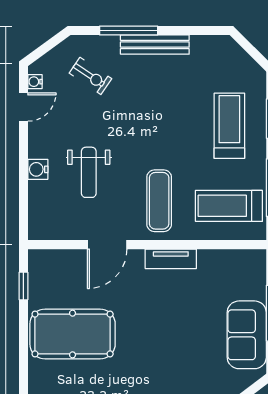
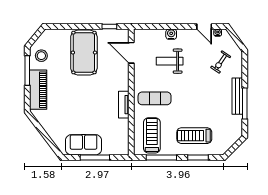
window: (129, 30) -> (245, 103), moved
treadmill: (229, 126) -> (194, 136), turned 180
door: (107, 245) -> (131, 53), moved

